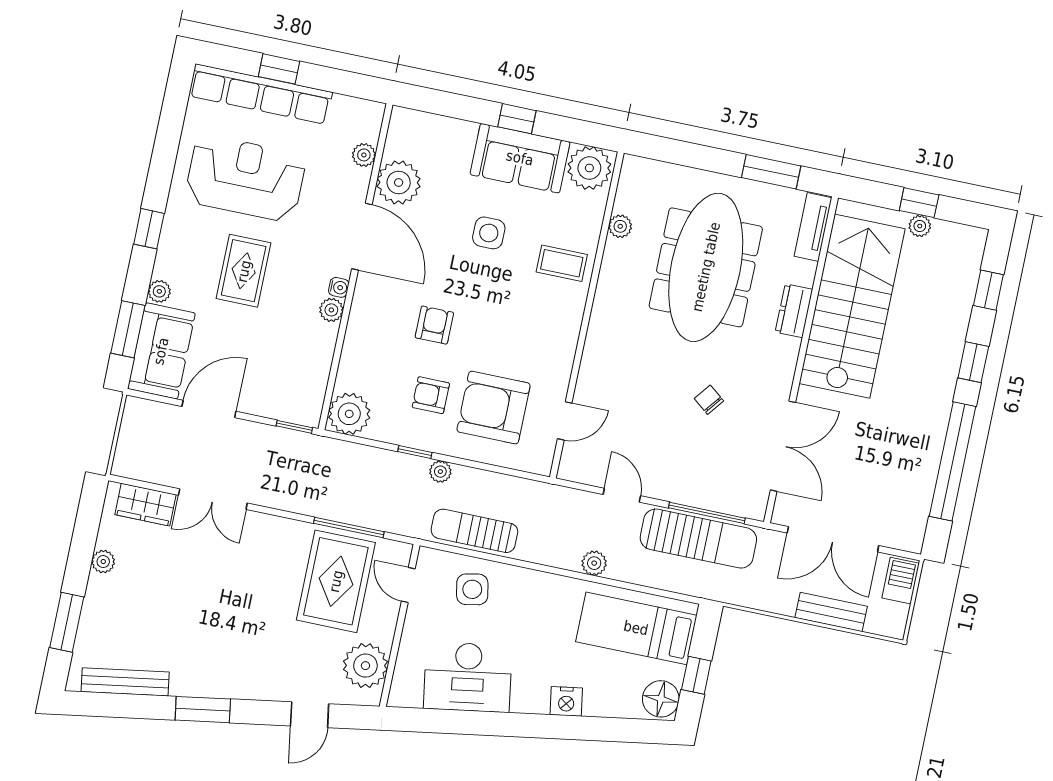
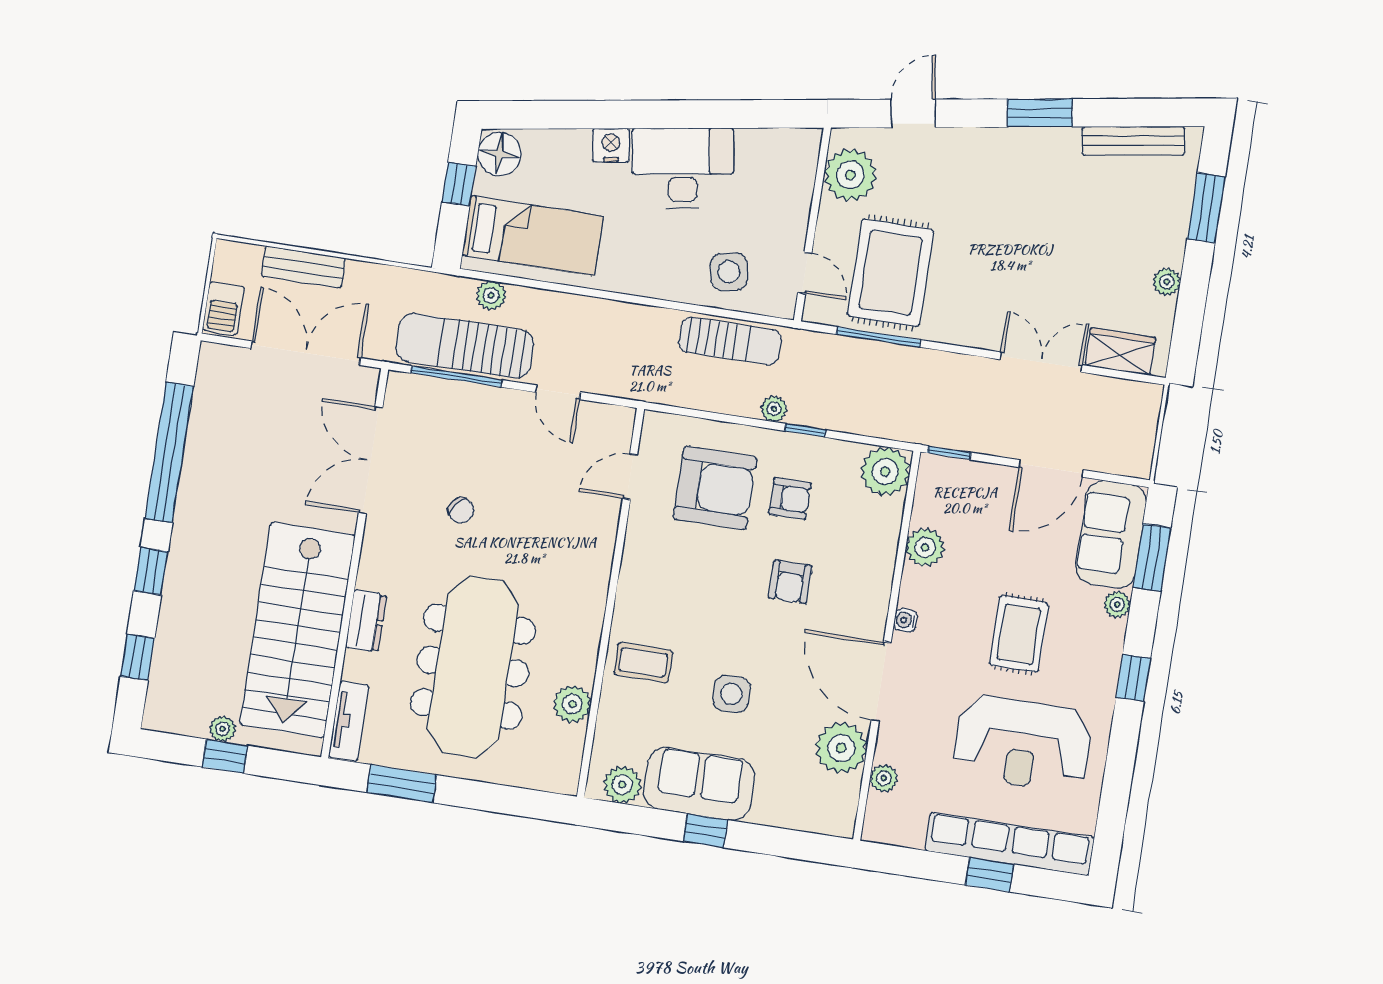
plant: (589, 168) -> (622, 785), width x0.73, depth x0.73
plant: (620, 226) -> (572, 704), width x1.38, depth x1.38
plant: (331, 310) -> (925, 547), moved, width x1.38, depth x1.38
plant: (594, 563) -> (491, 295), moved
desk: (468, 677) -> (683, 168), moved

